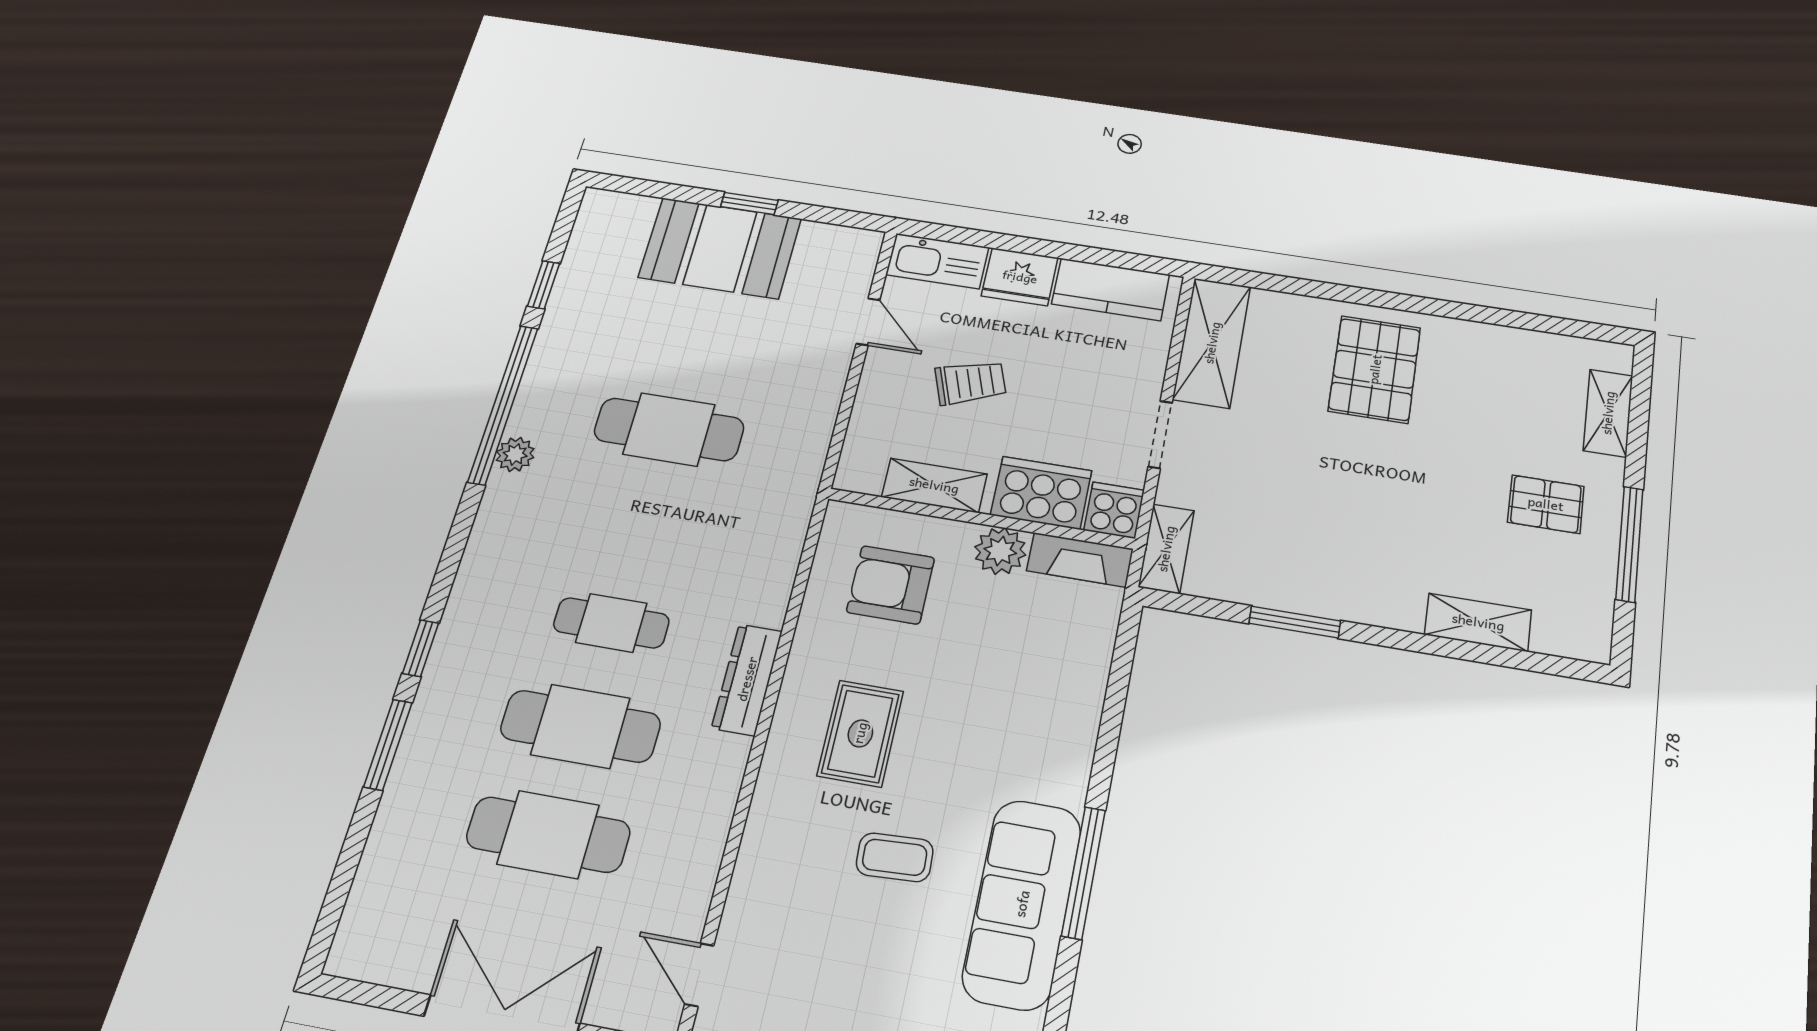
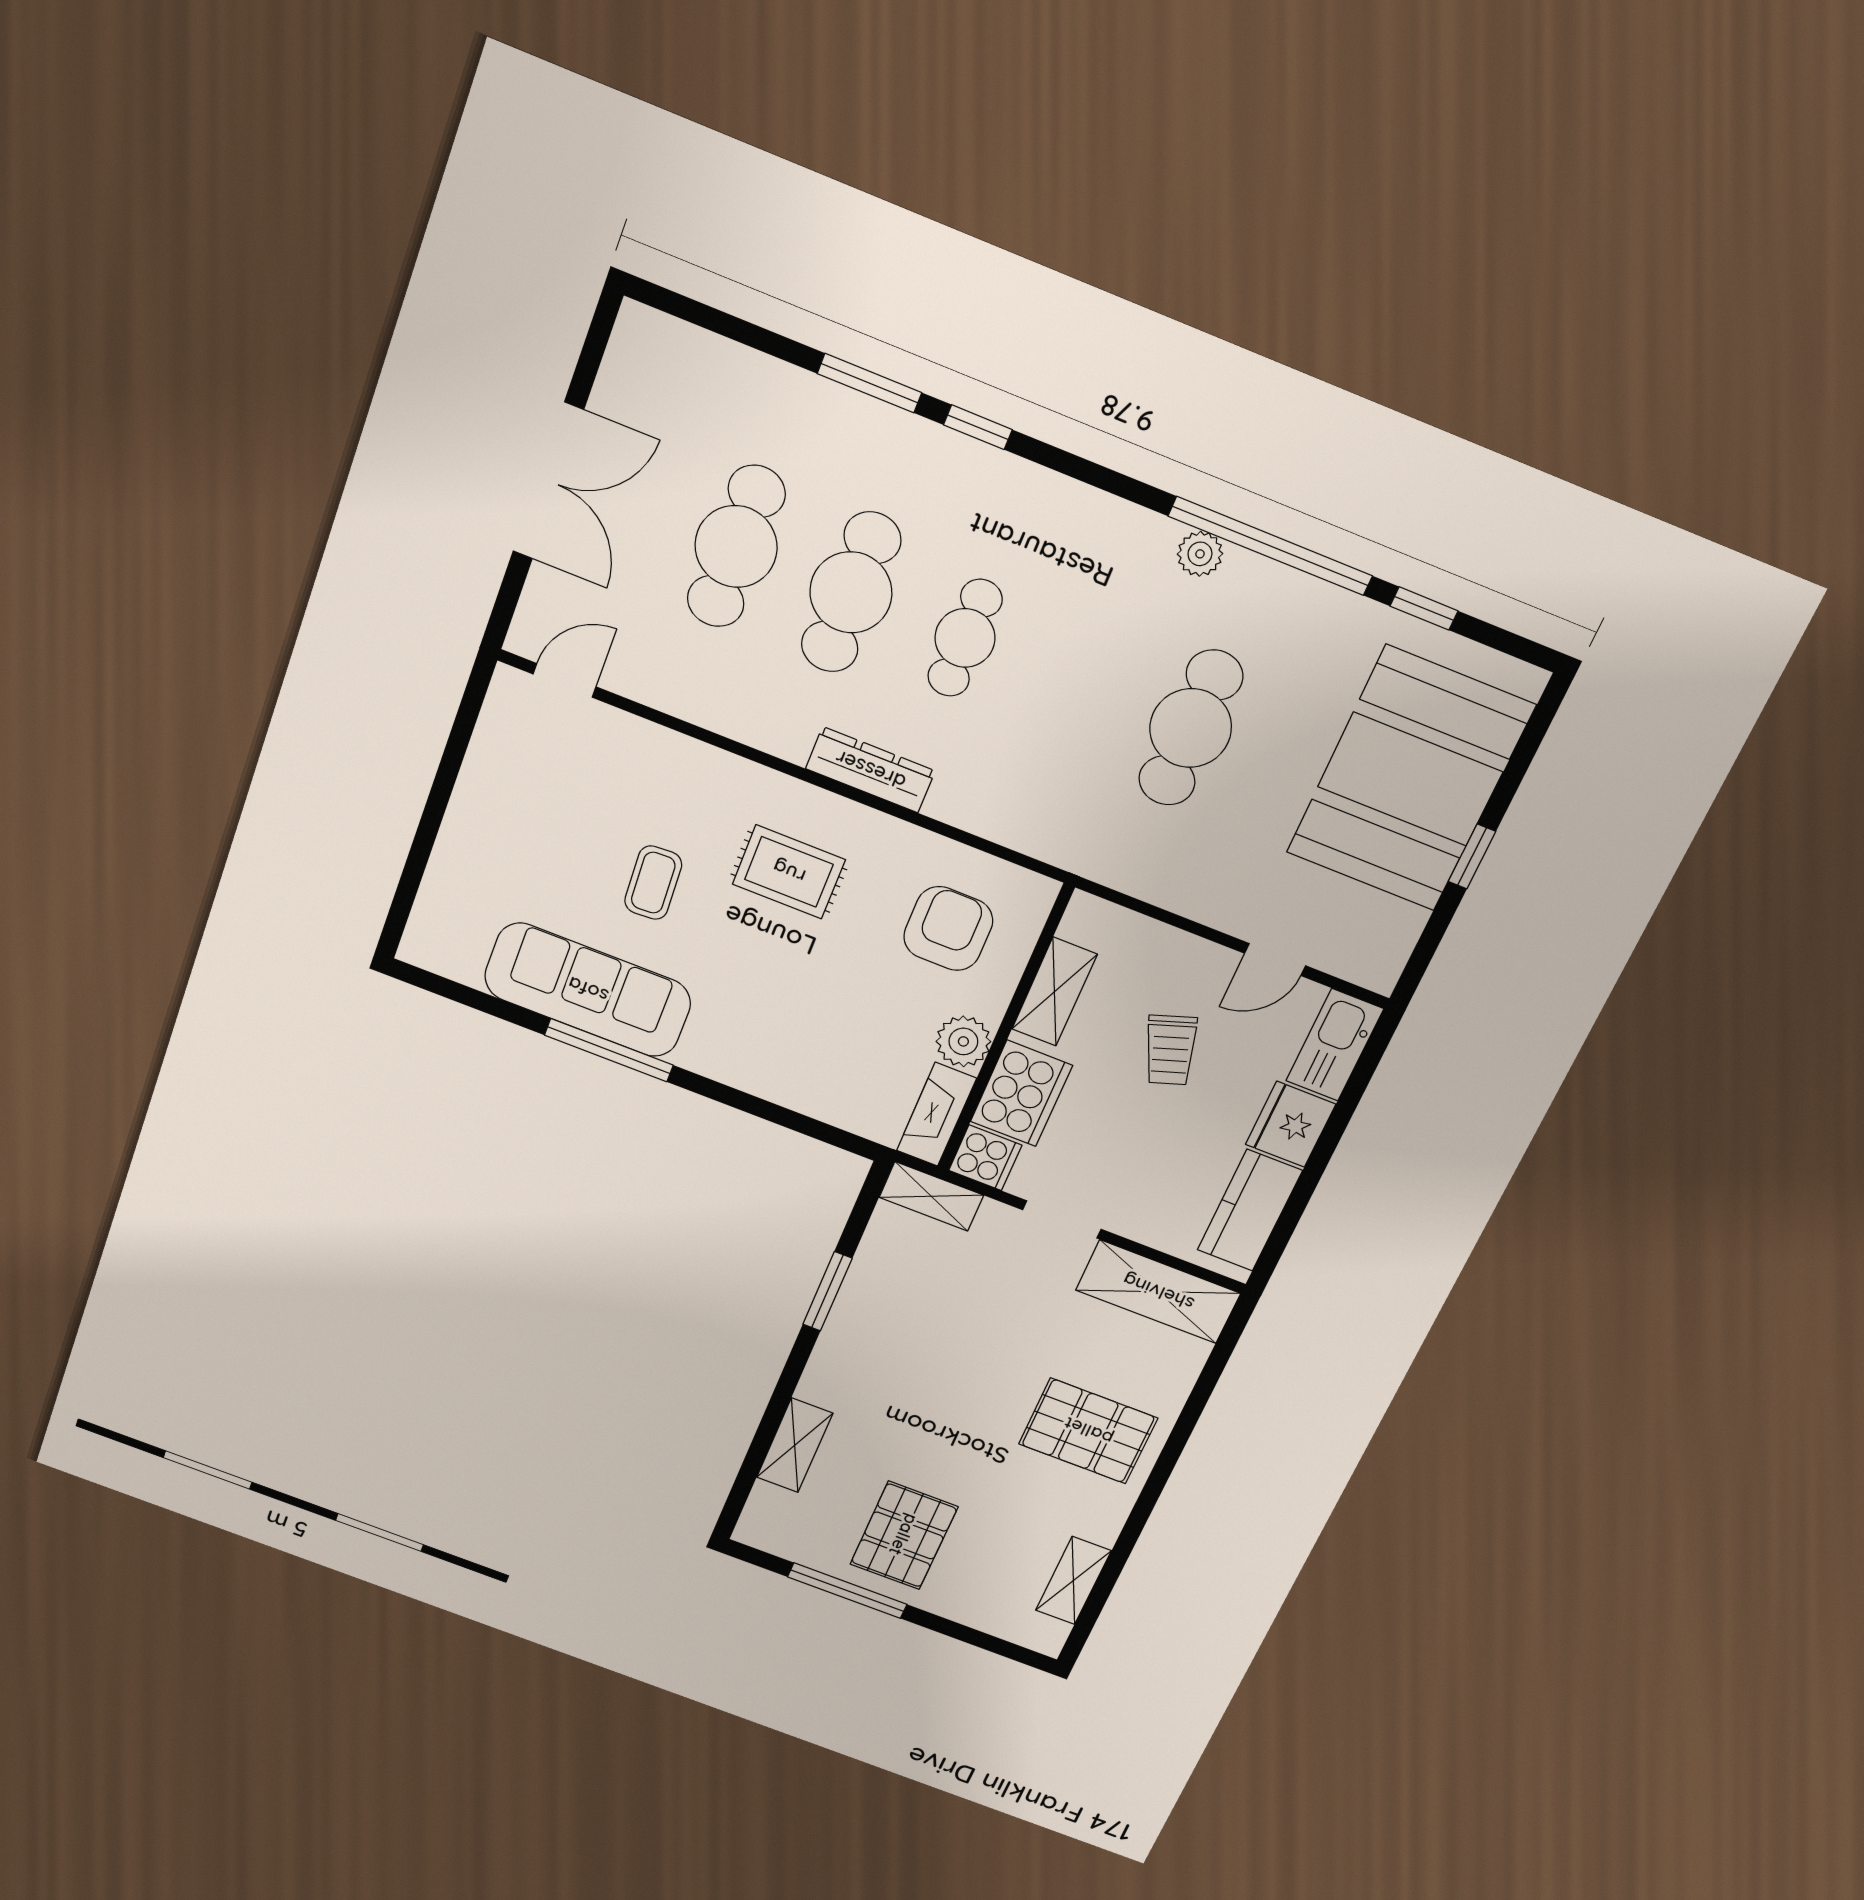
booth: (720, 248) -> (1410, 779), width x1.36, depth x1.42
shelving: (1608, 413) -> (1073, 1581), moved, turned 90
pallet: (1546, 504) -> (904, 1535), width x1.50, depth x1.42

